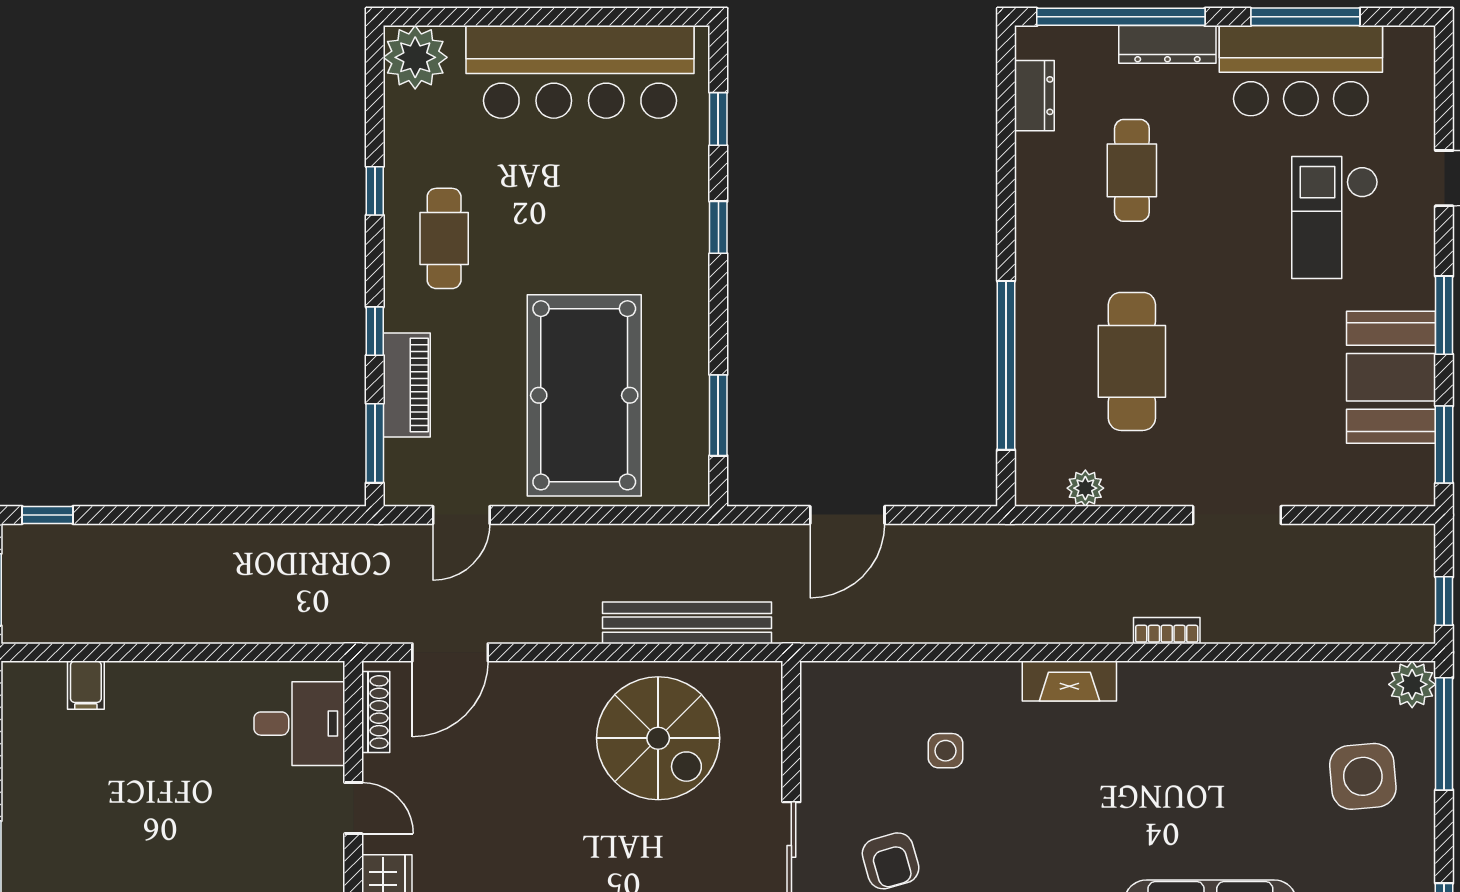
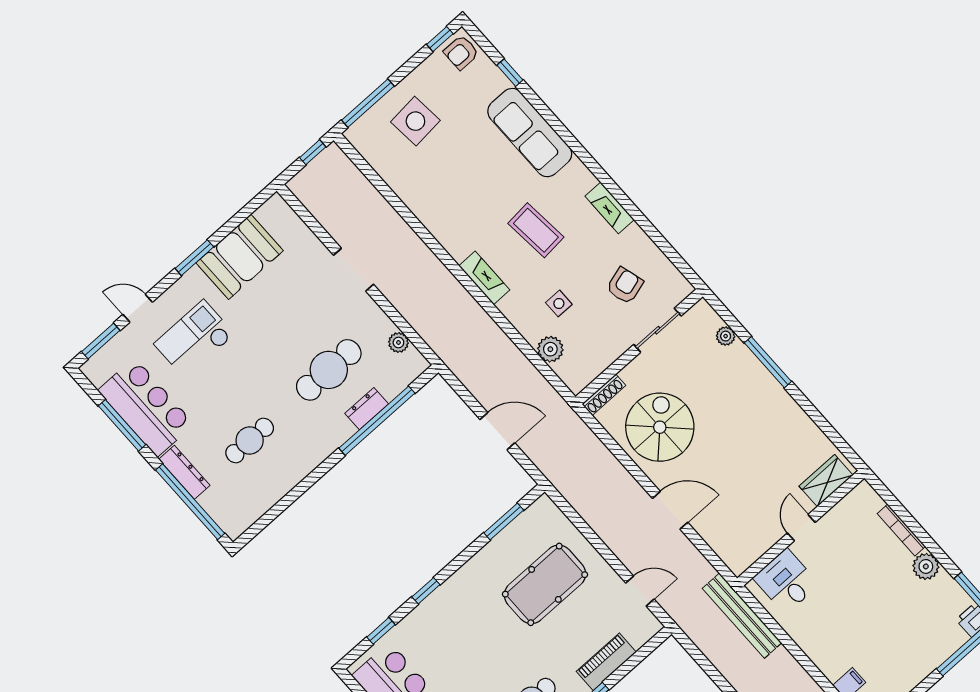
dresser: (1034, 96) -> (367, 409), moved
checkout: (1335, 218) -> (194, 339), turned 180
pool table: (584, 395) -> (545, 584), width x0.73, depth x0.76
window: (375, 443) -> (642, 653), removed
window: (1444, 445) -> (101, 341), moved
bench: (687, 623) -> (742, 616), moved
bookcase: (1167, 631) -> (427, 256), removed
door: (450, 652) -> (670, 510), moved
plant: (1412, 684) -> (550, 349), moved
shoe rack: (376, 712) -> (604, 395), moved, turned 180
coffee table: (1072, 808) -> (536, 230), added

